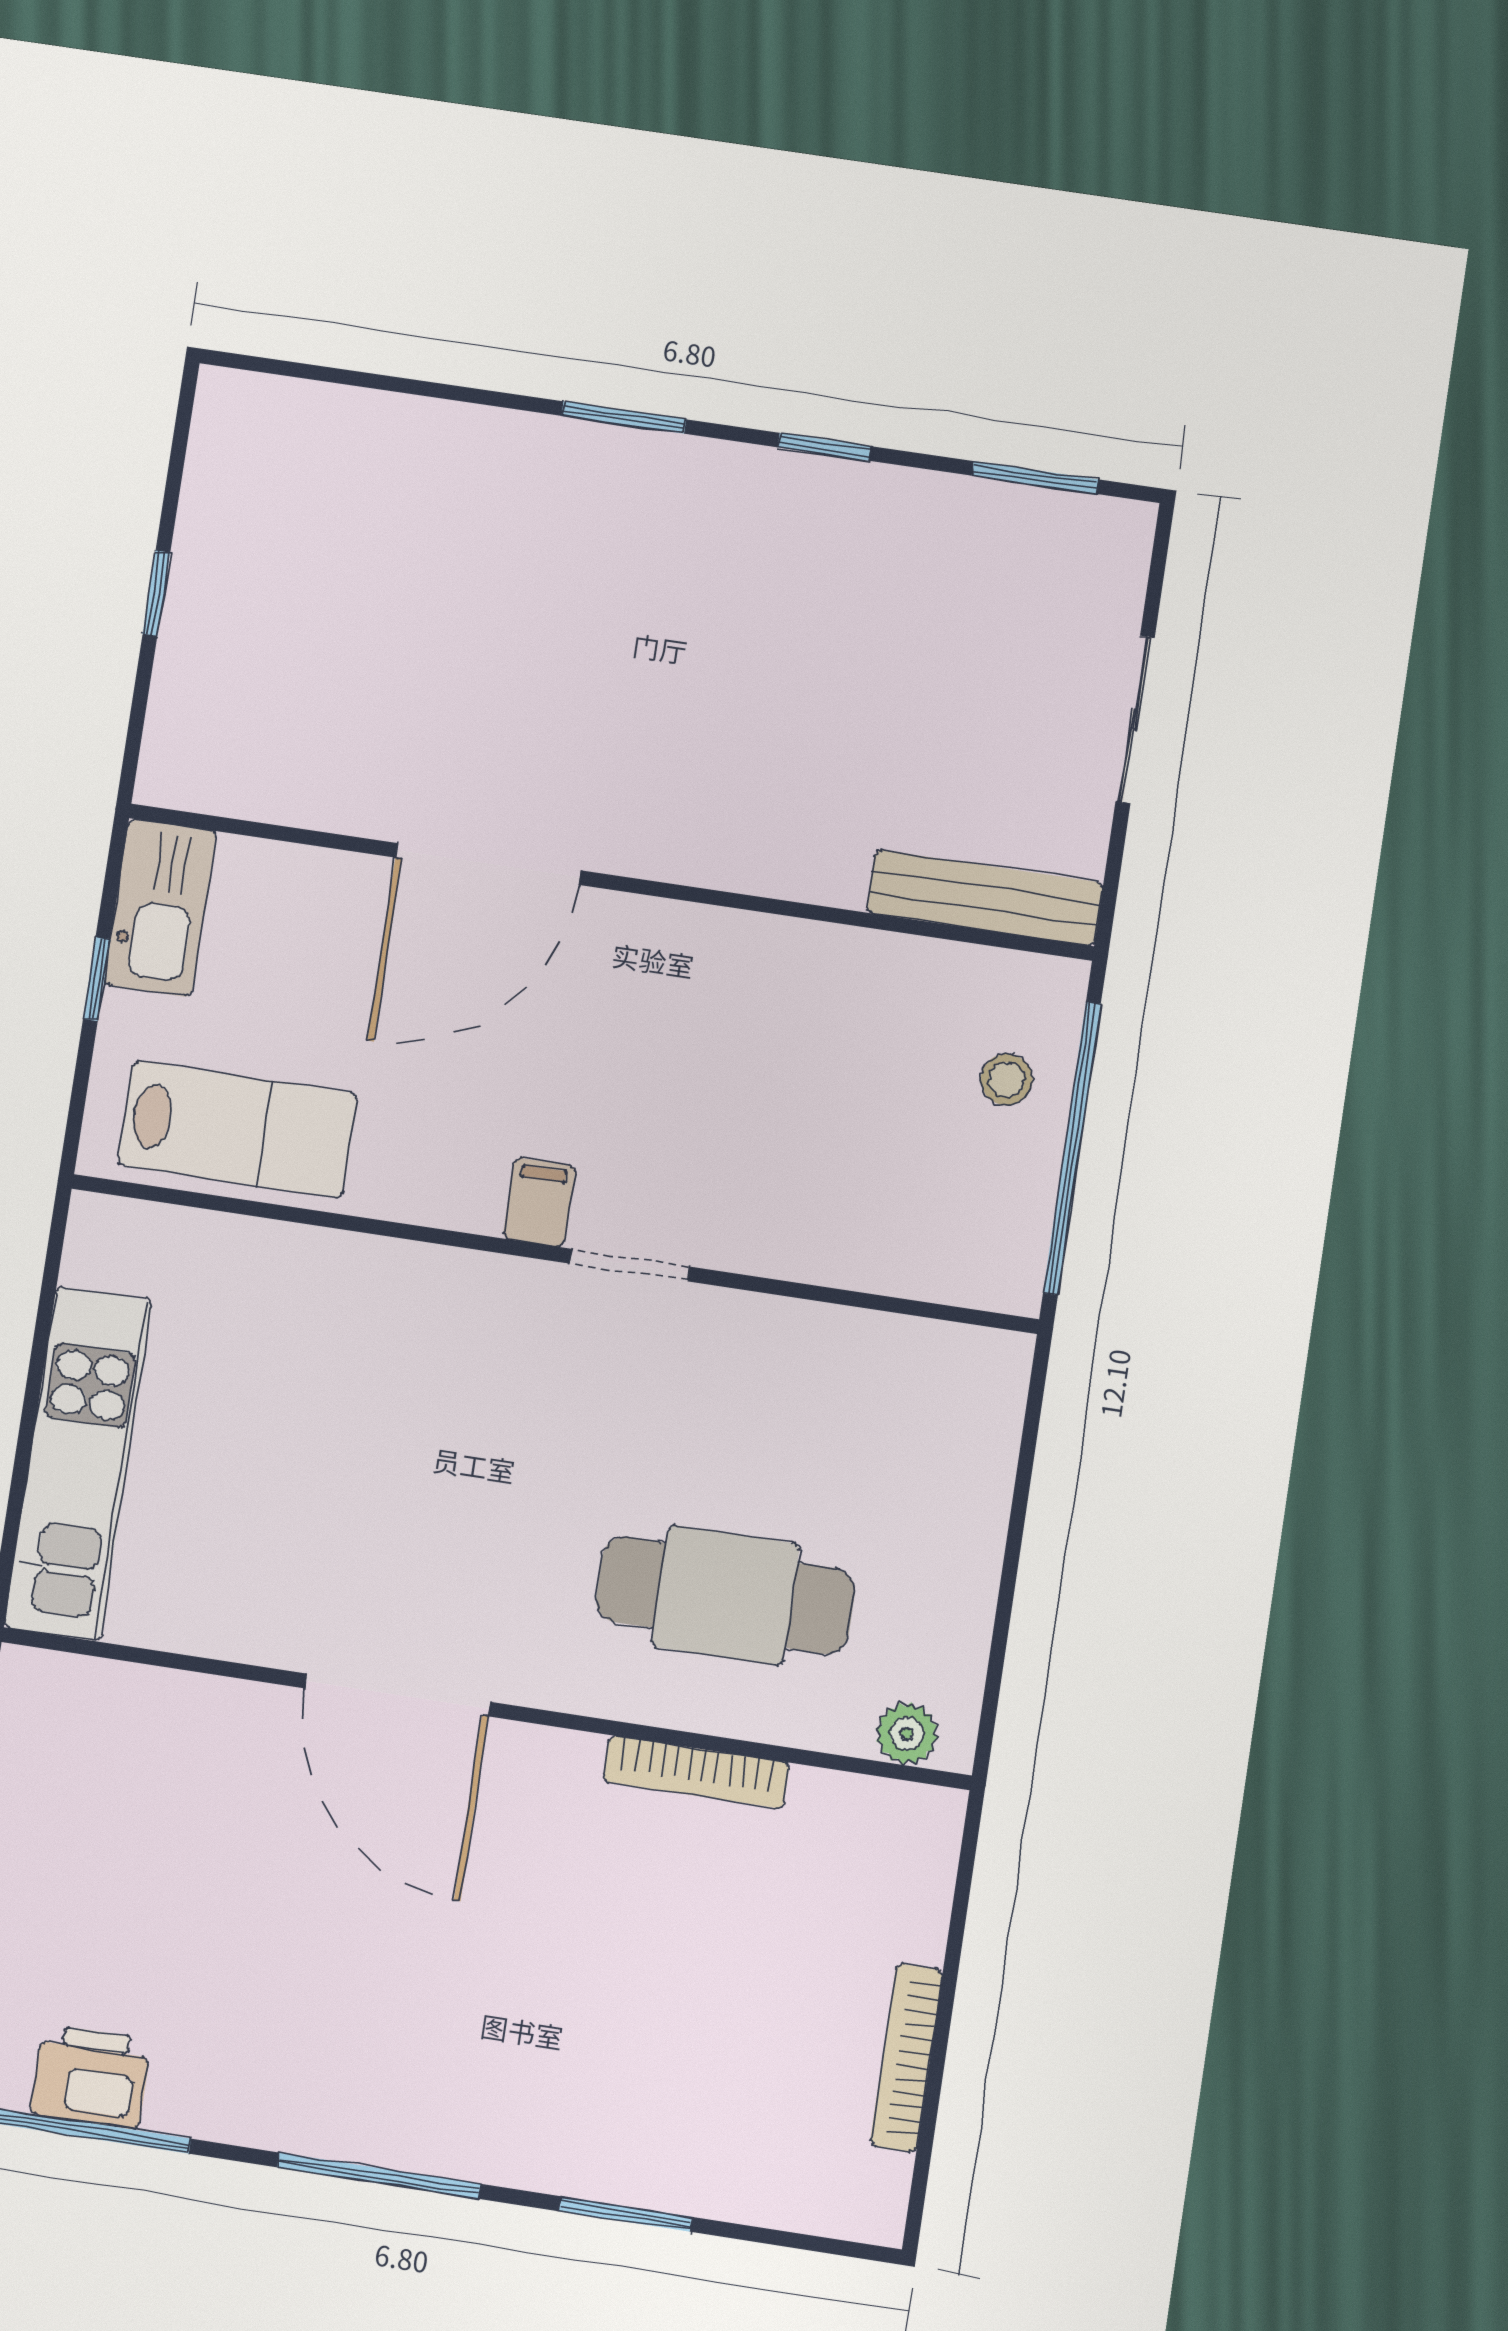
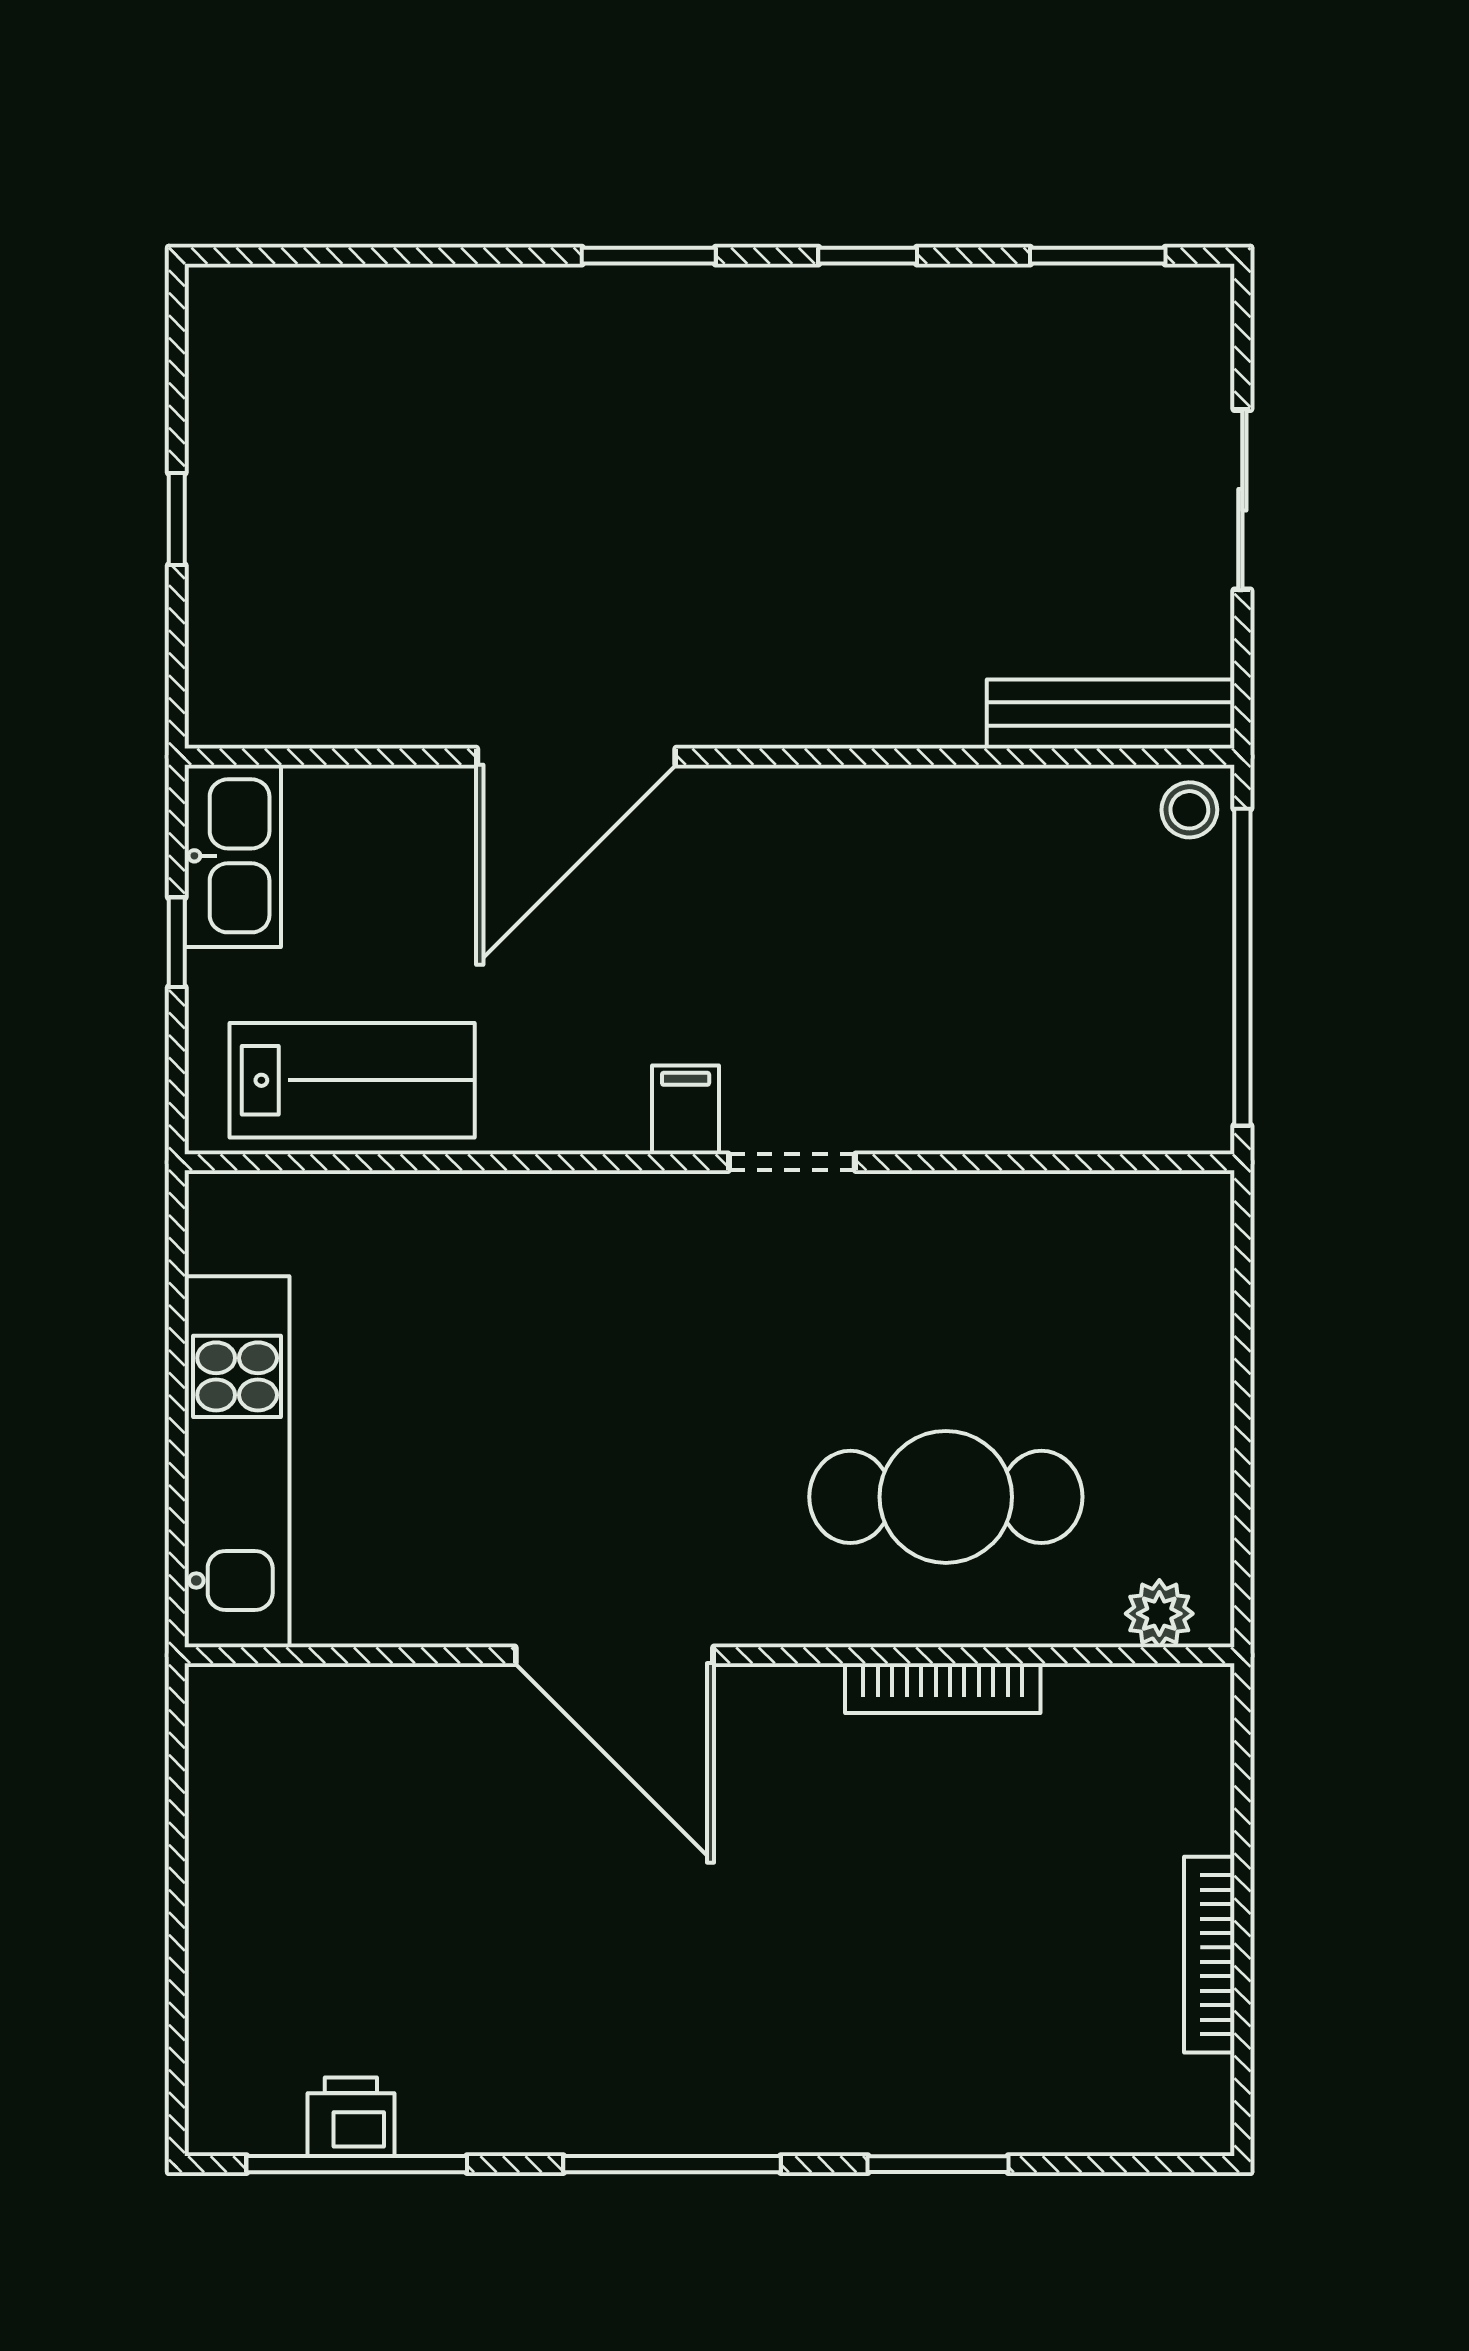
stool: (1007, 1080) -> (1189, 810), moved
printer: (91, 2077) -> (351, 2117), width x0.73, depth x0.81

